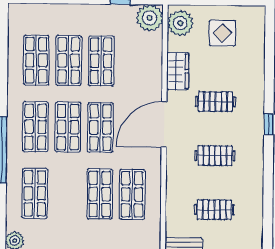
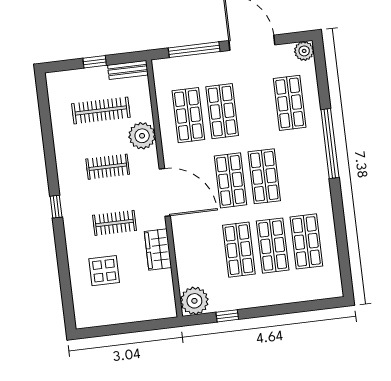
plant: (180, 23) -> (142, 136), moved
display table: (222, 33) -> (104, 271), moved
door: (164, 124) -> (165, 192), hinge flipped
shop shelf: (36, 127) -> (298, 172), removed
clothes rail: (214, 210) -> (101, 110), width x1.36

